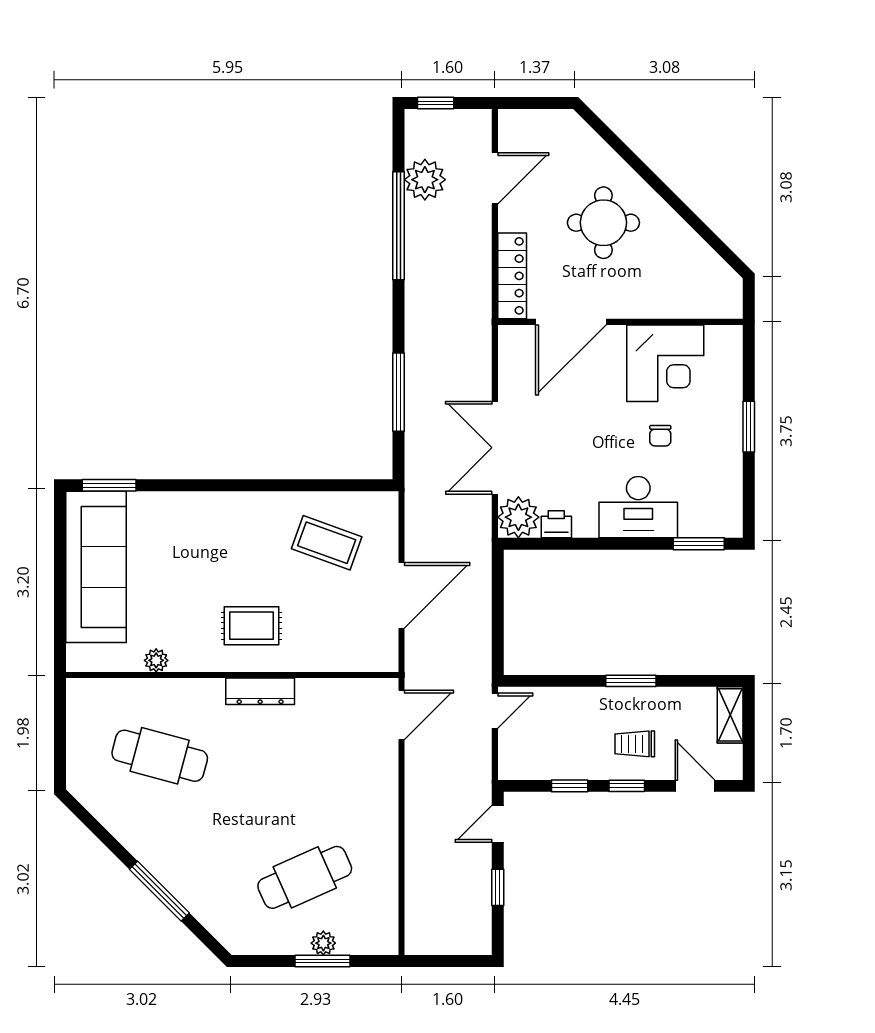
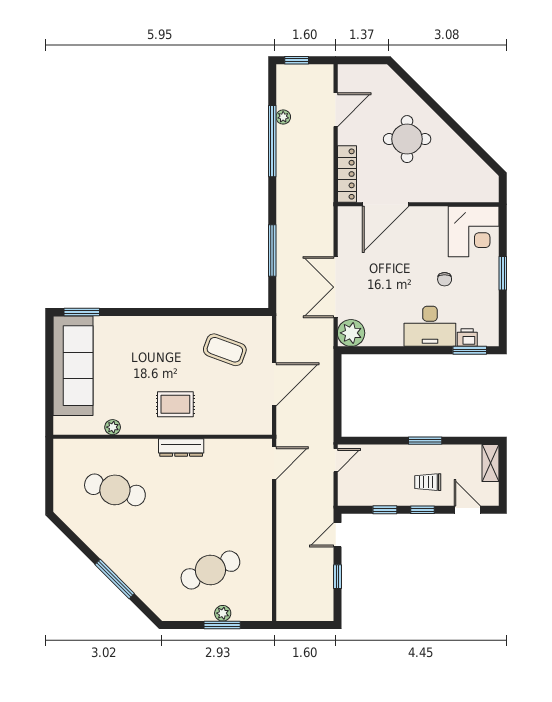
plant: (425, 180) -> (283, 117), width x0.53, depth x0.53
corner desk: (665, 363) -> (474, 232), moved
printer: (556, 524) -> (467, 338), moved

